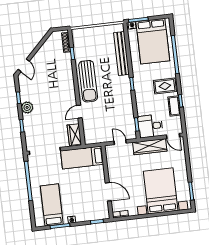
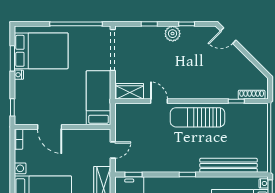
door: (108, 192) -> (50, 127), hinge flipped
bed: (52, 205) -> (41, 51), width x1.50

